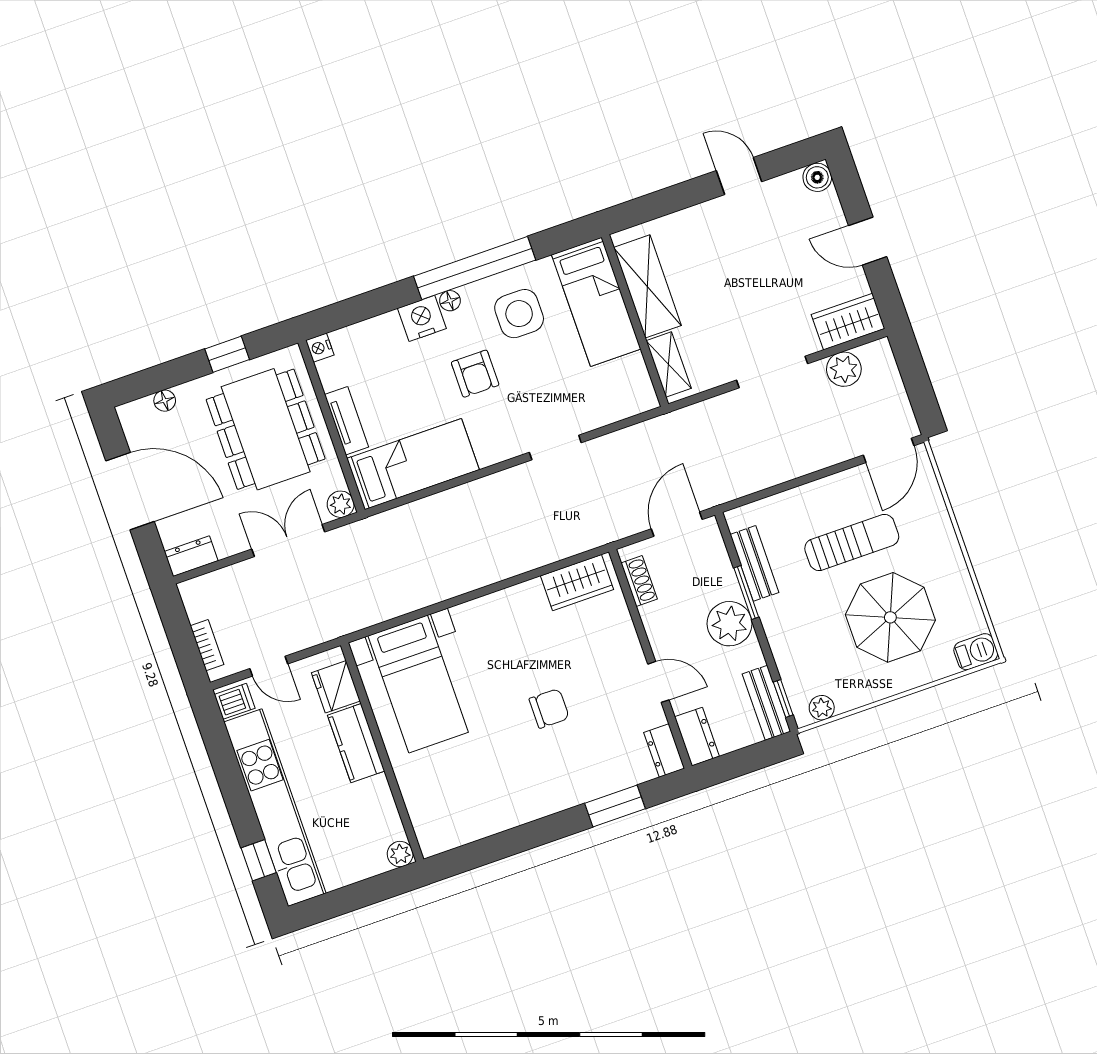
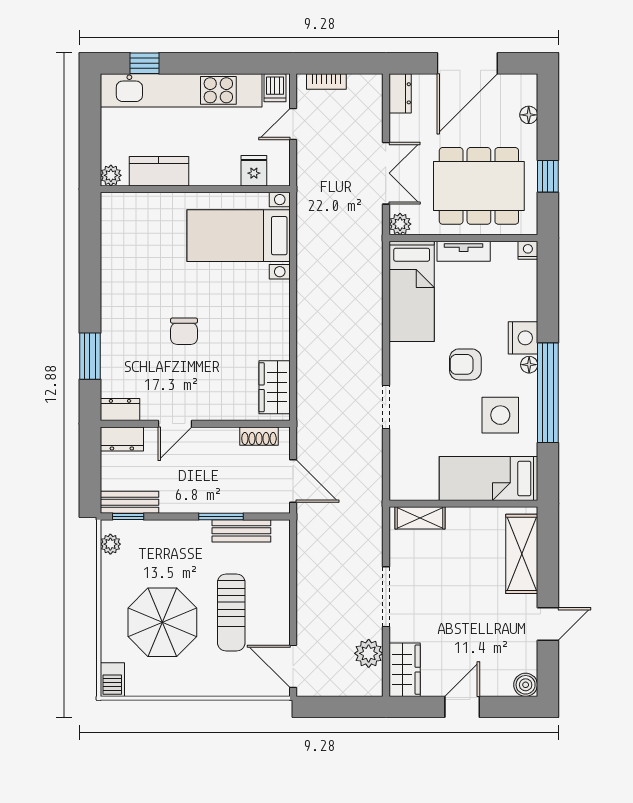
shelving: (647, 286) -> (522, 554), moved, turned 90
plant: (730, 624) -> (201, 495), removed
fridge: (336, 687) -> (254, 171), width x0.72
kitchen counter: (356, 743) -> (159, 171), moved

